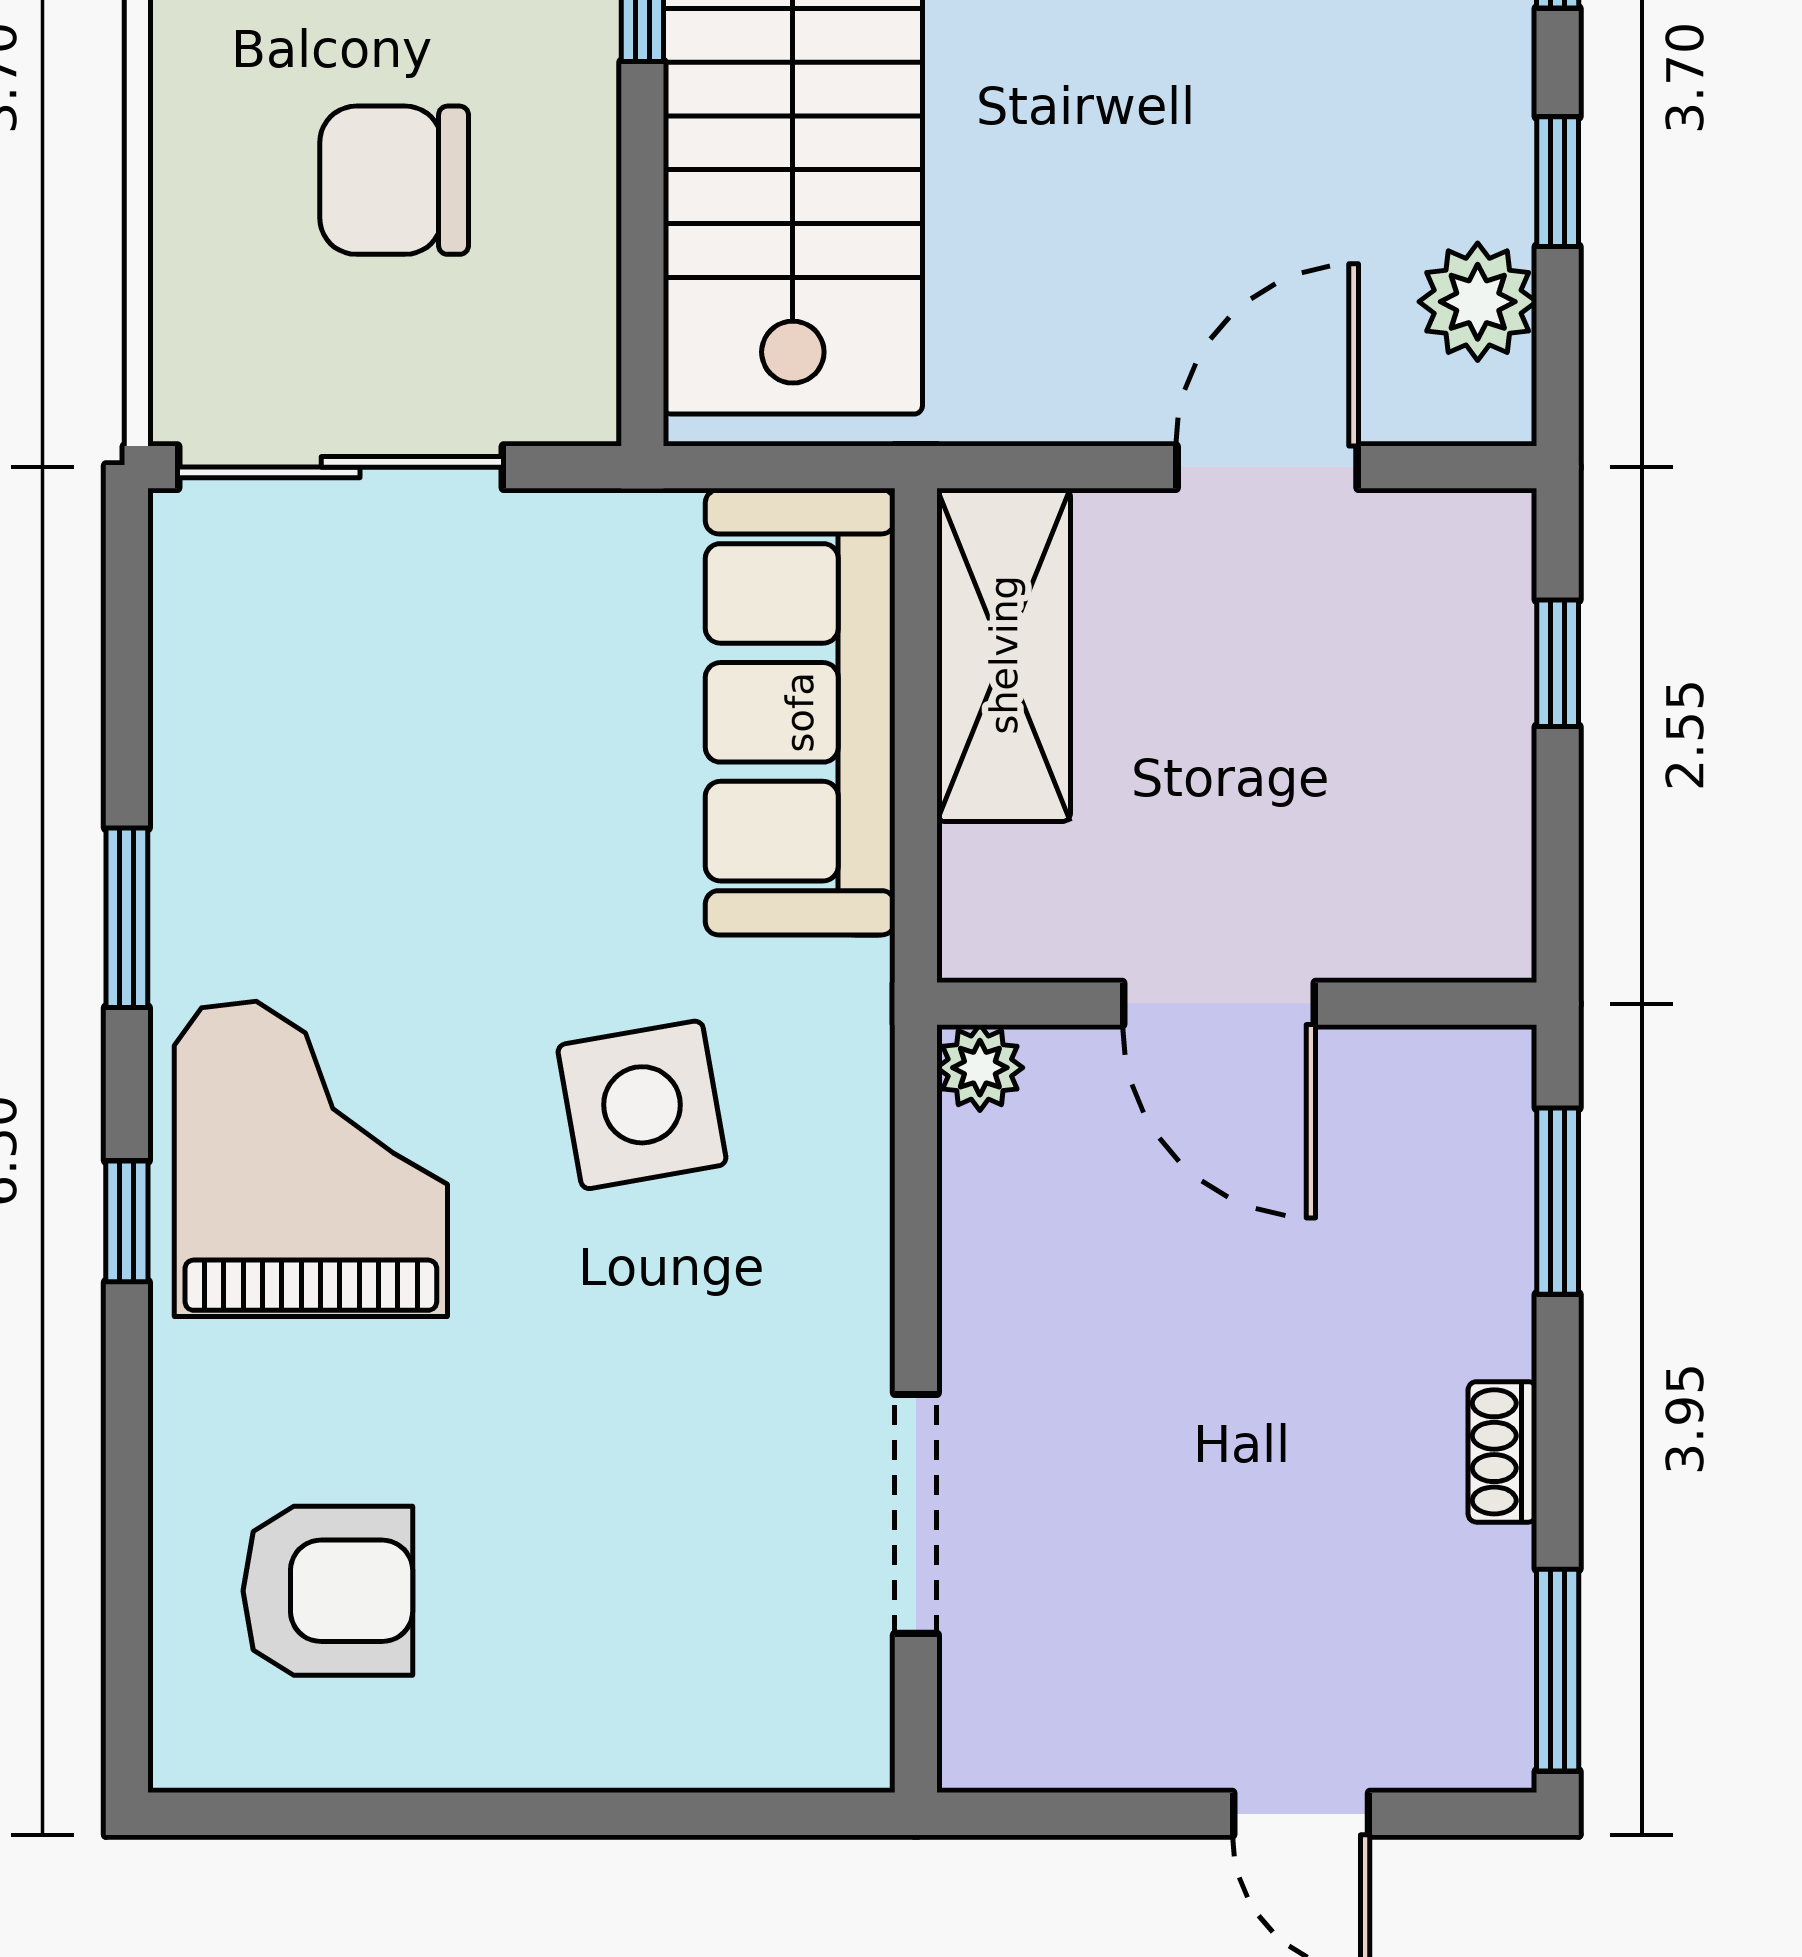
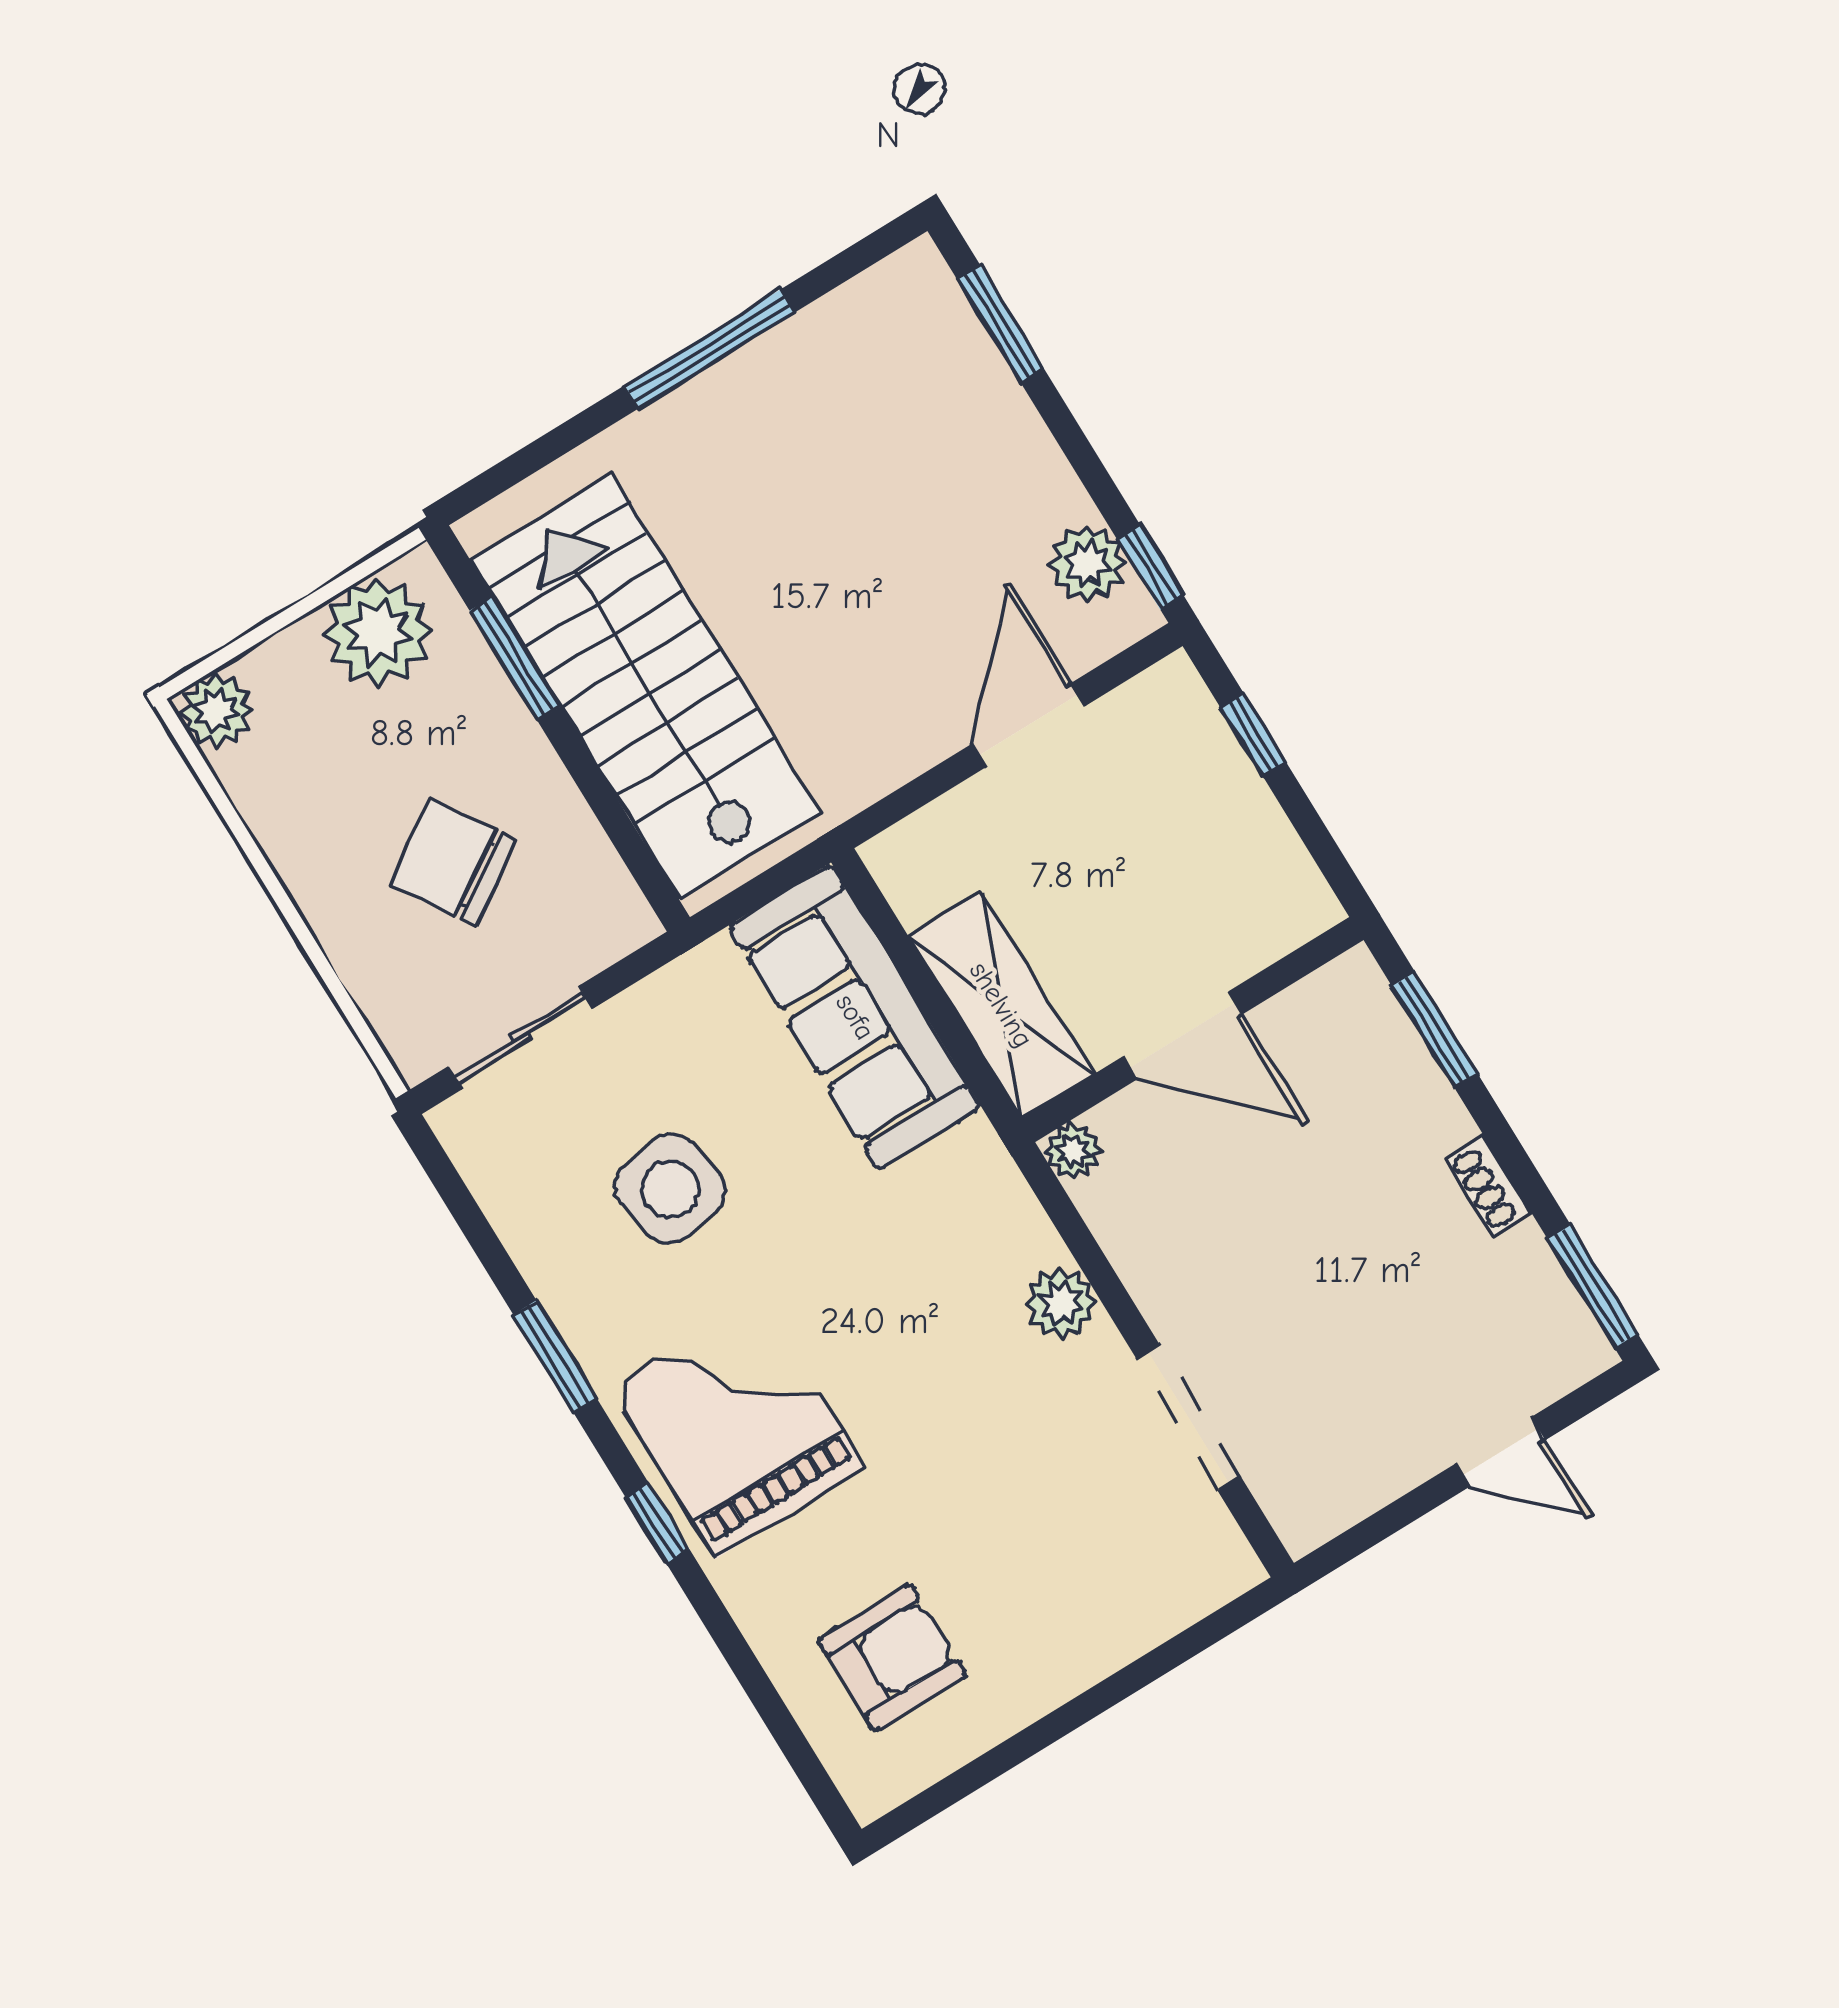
chair: (394, 180) -> (453, 862), turned 57
window: (1558, 182) -> (1150, 567), moved
sliding door: (341, 467) -> (520, 1038), width x0.73
shelving: (1004, 655) -> (1001, 1005), moved
side table: (642, 1105) -> (670, 1189), moved
plant: (840, 1259) -> (1061, 1303), added

